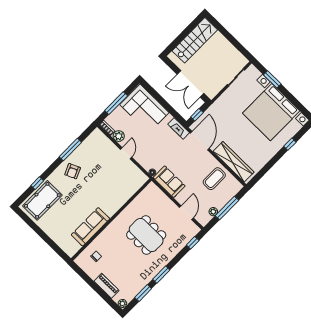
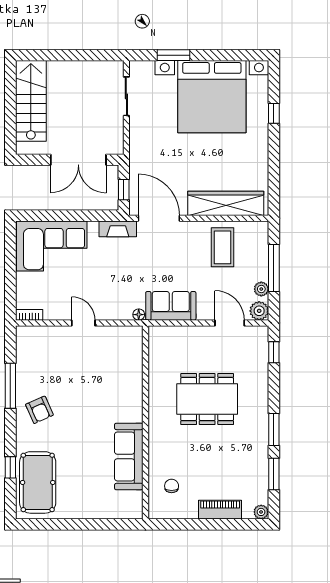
window: (116, 103) -> (10, 274), removed
plant: (119, 136) -> (259, 311), moved

